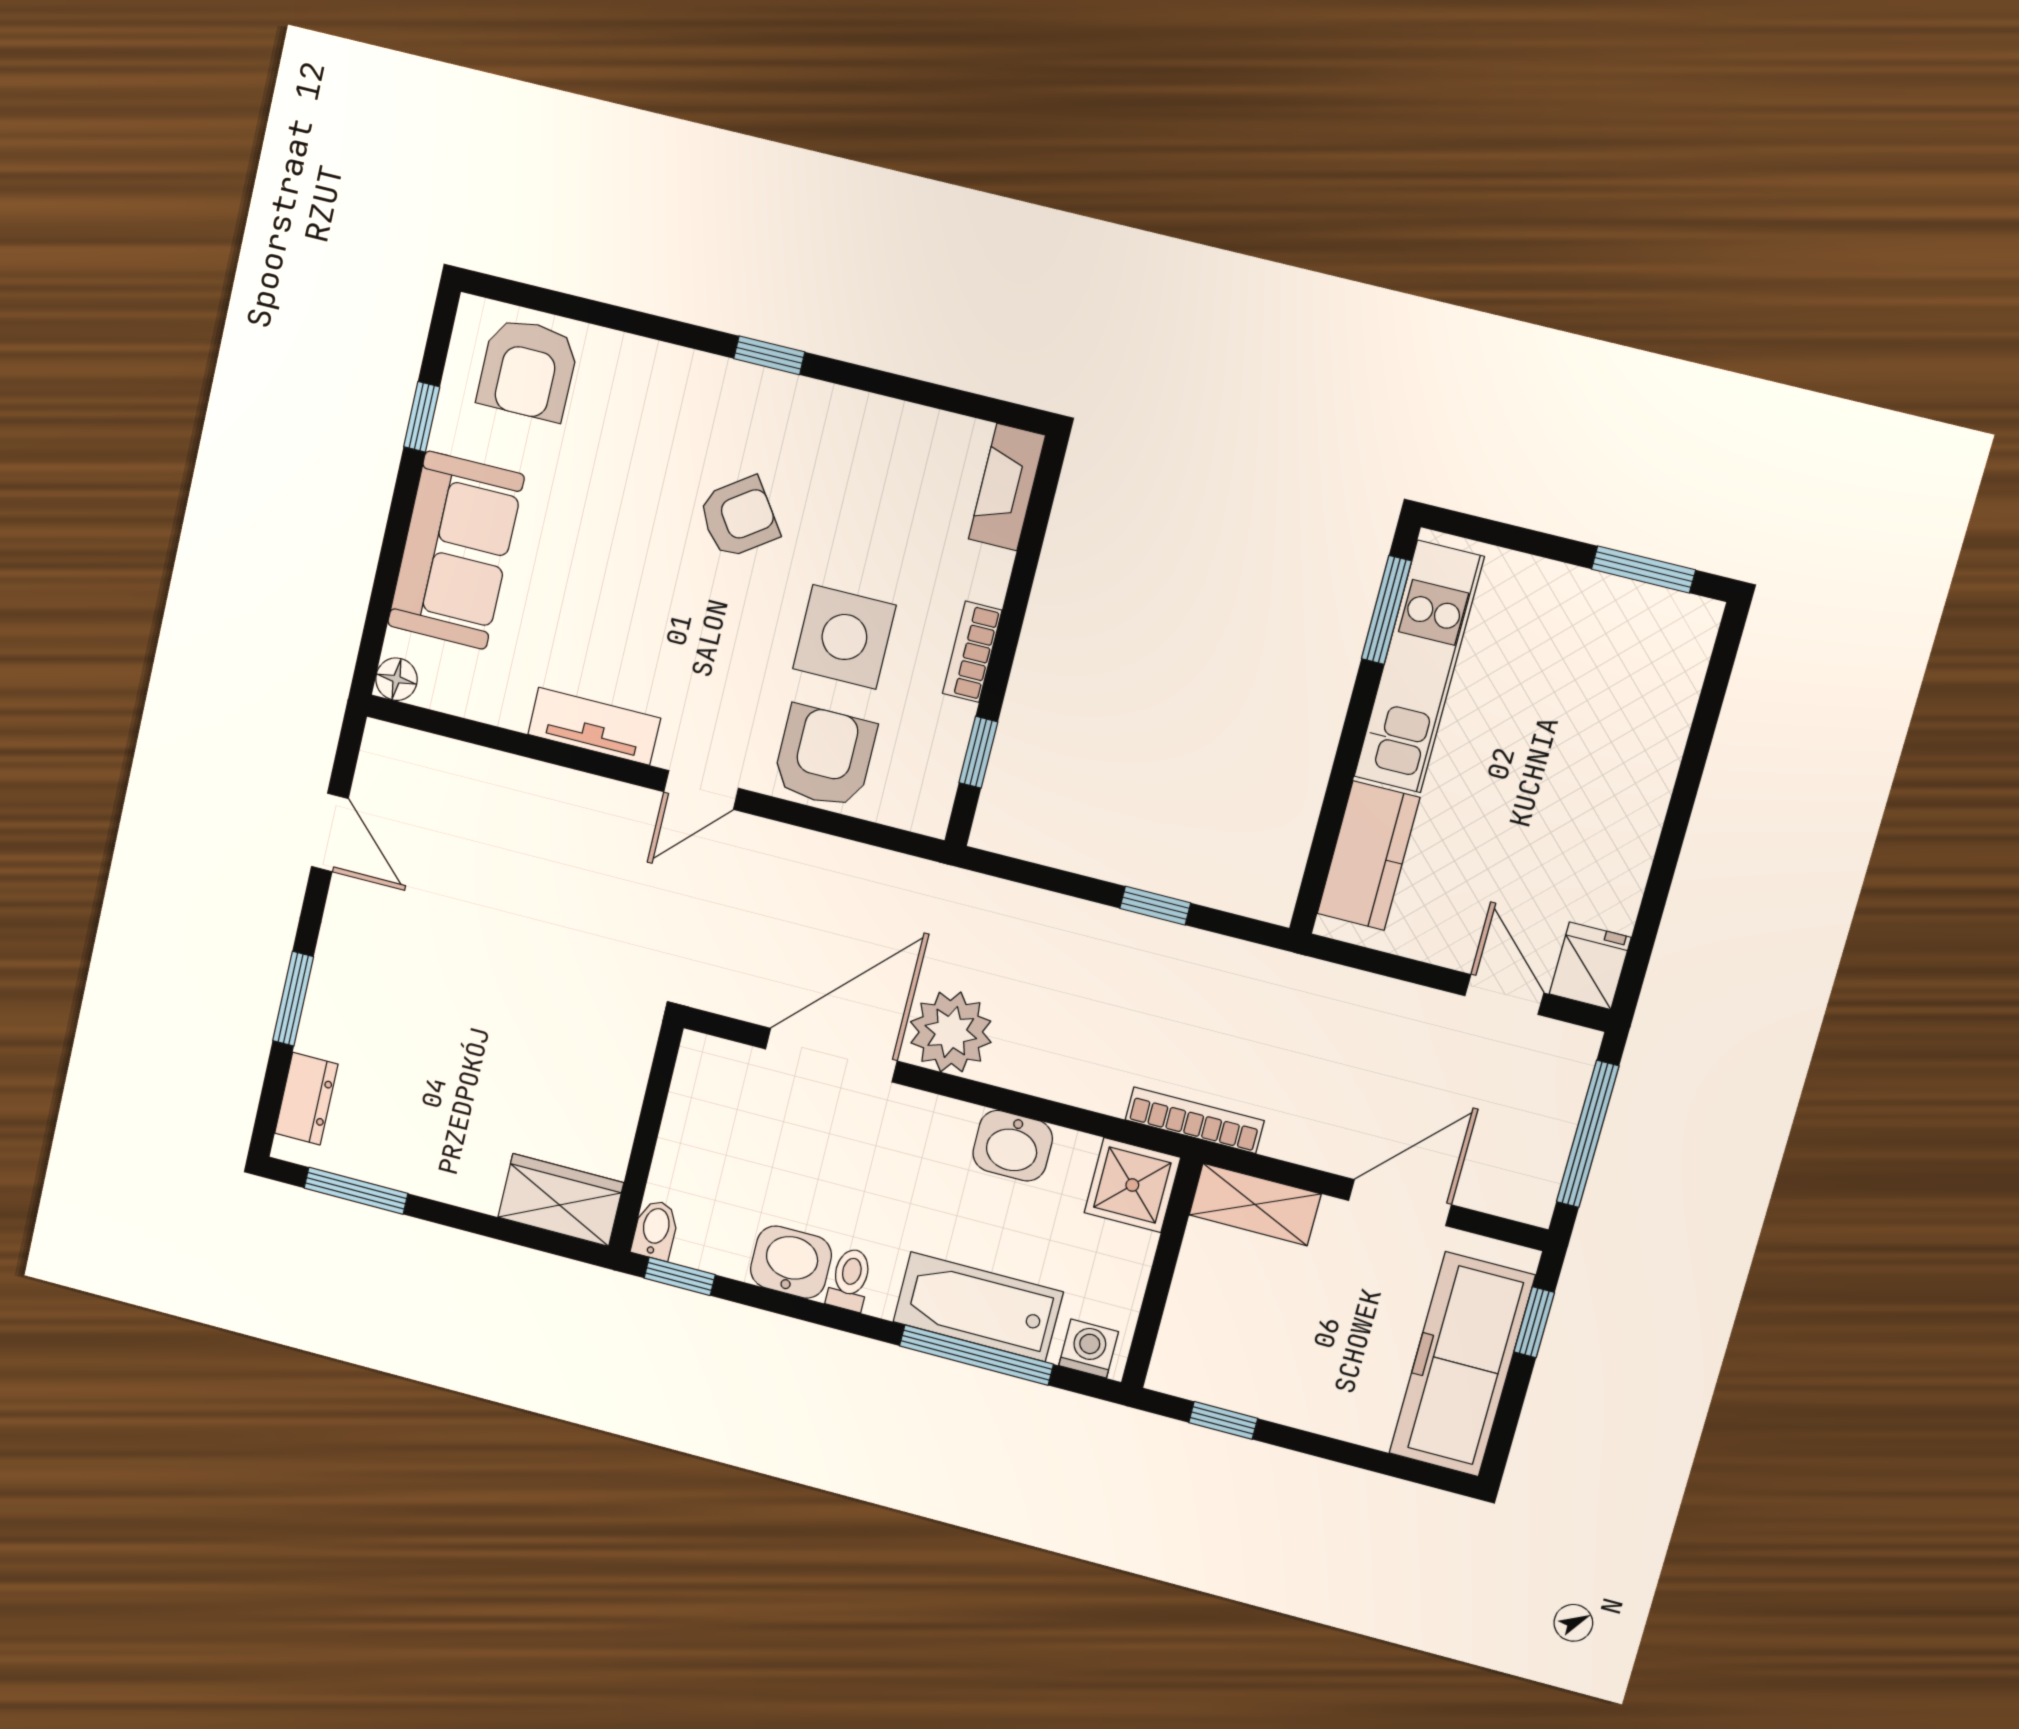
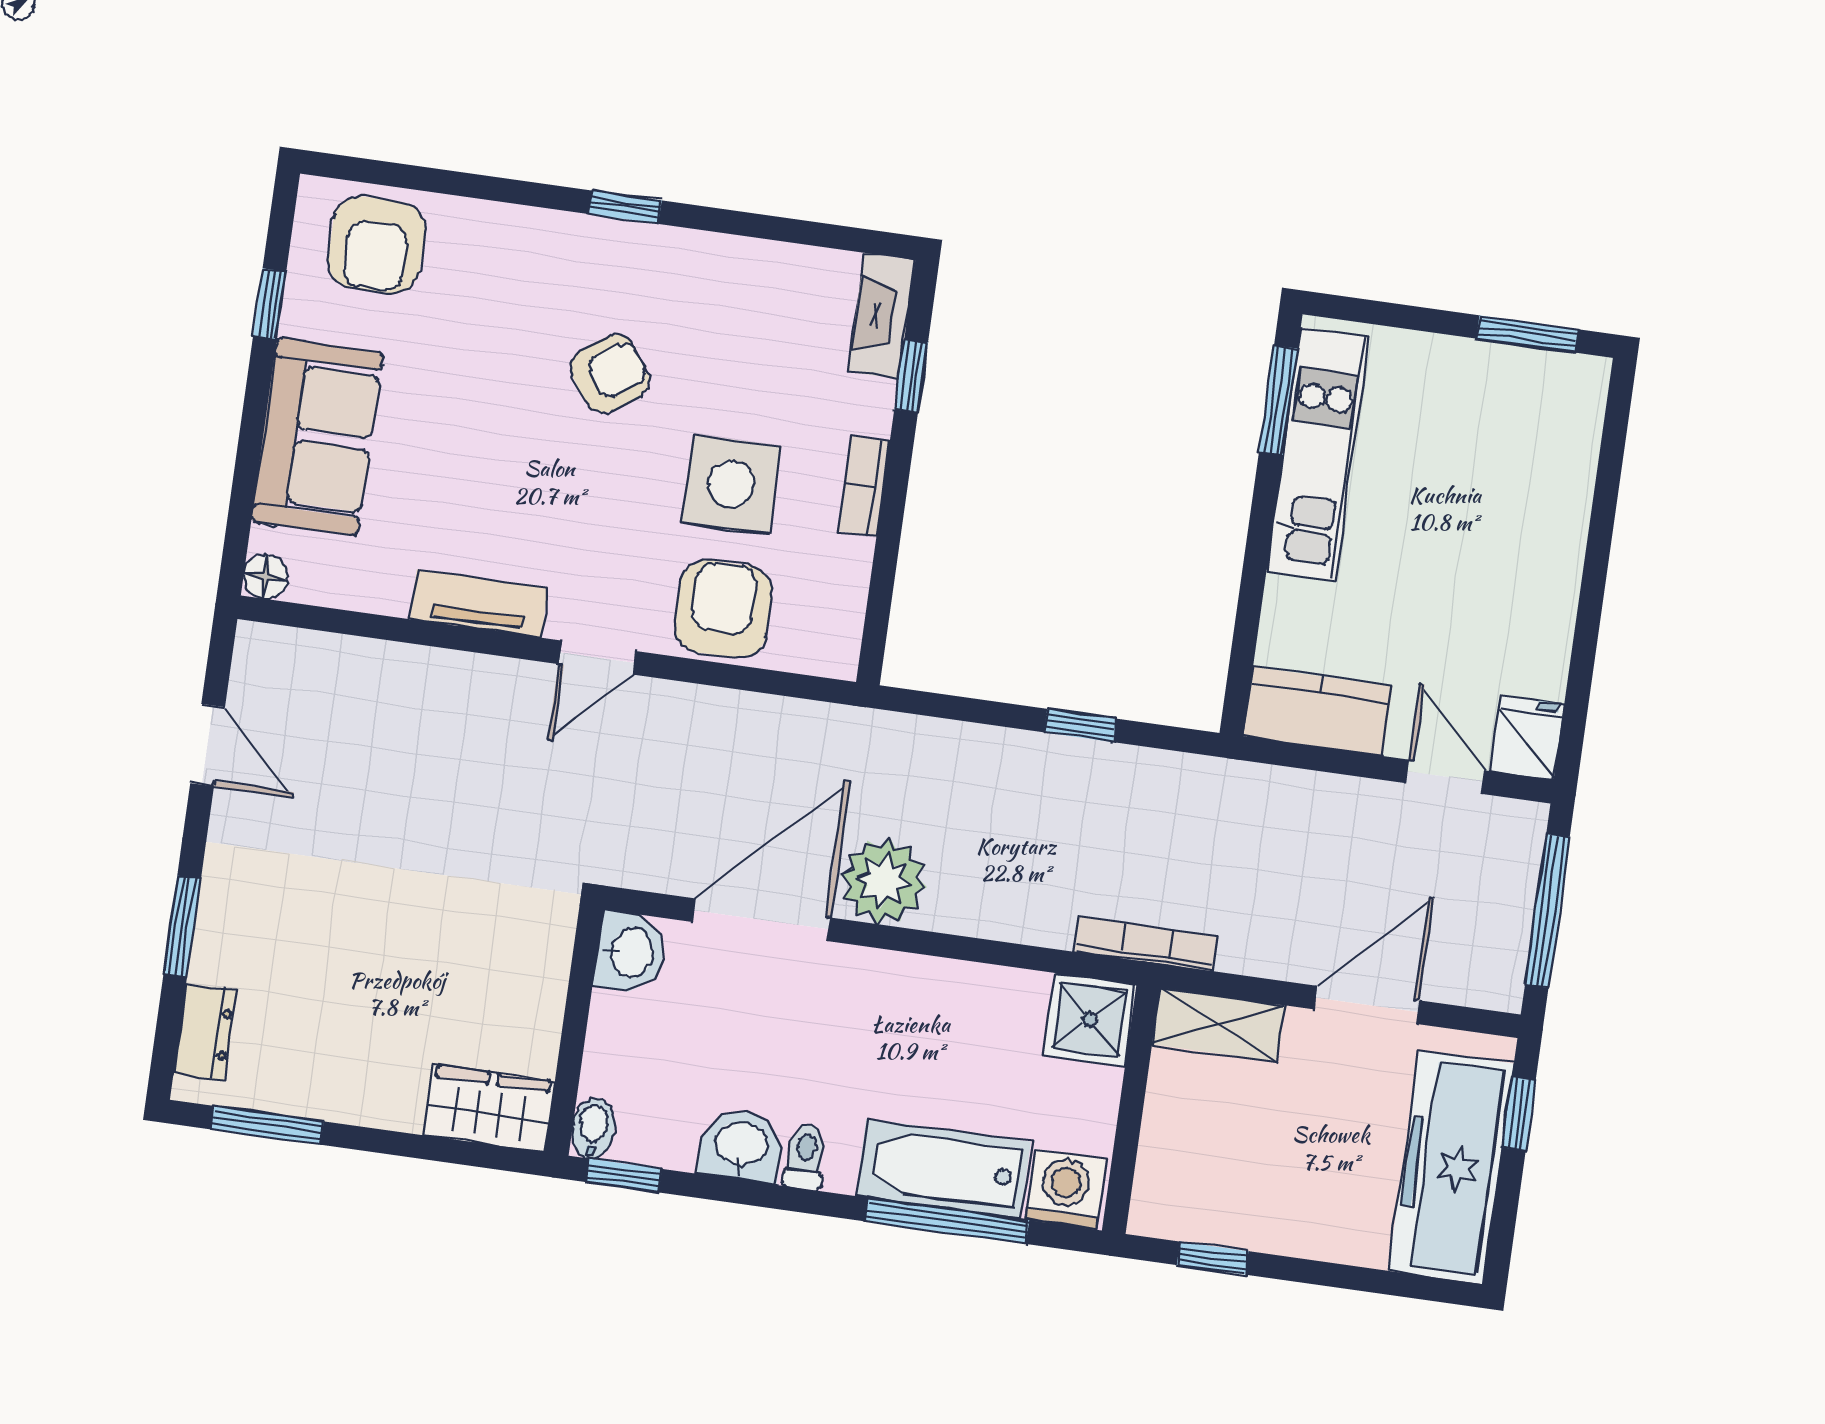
window: (978, 752) -> (911, 376), moved
kitchen counter: (1368, 856) -> (1318, 711), moved, turned -90
washbasin: (1013, 1146) -> (630, 953), moved, turned -90
washing machine: (1089, 1349) -> (1065, 1189), width x1.38, depth x1.38

